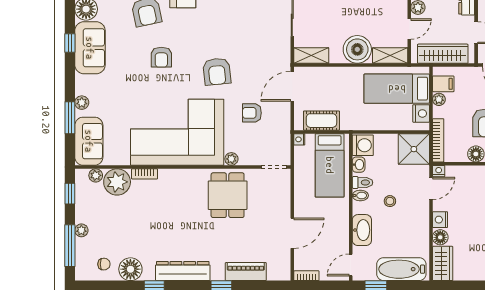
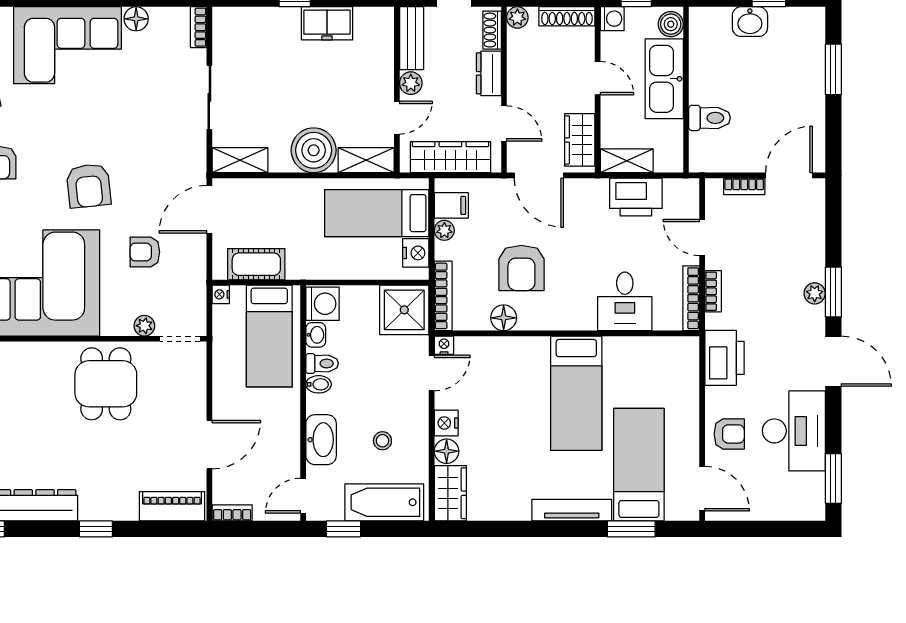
plant: (231, 159) -> (144, 326), moved
stool: (390, 201) -> (382, 441), moved
piano: (246, 272) -> (172, 506), moved

